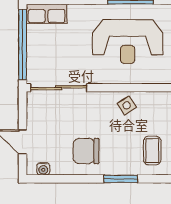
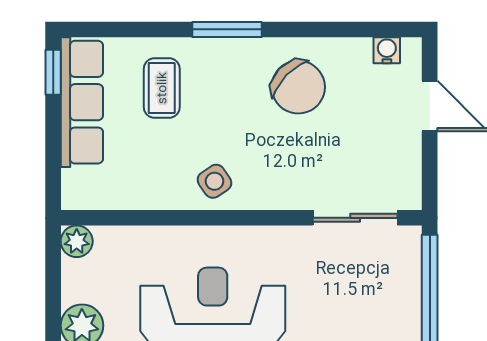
sliding door: (59, 88) -> (355, 218), width x0.73
chair: (86, 151) -> (298, 87), turned 44

